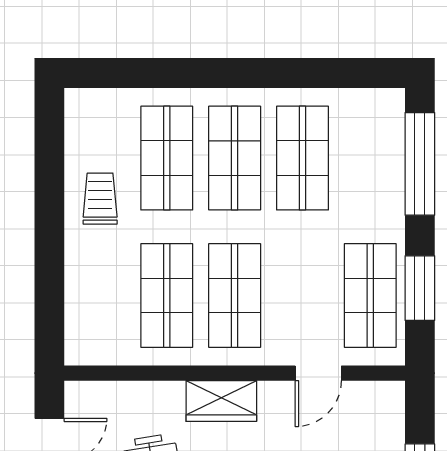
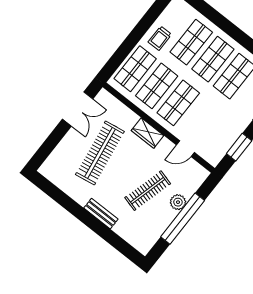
trolley: (100, 199) -> (160, 38), turned 180
shop shelf: (370, 295) -> (135, 69), moved

